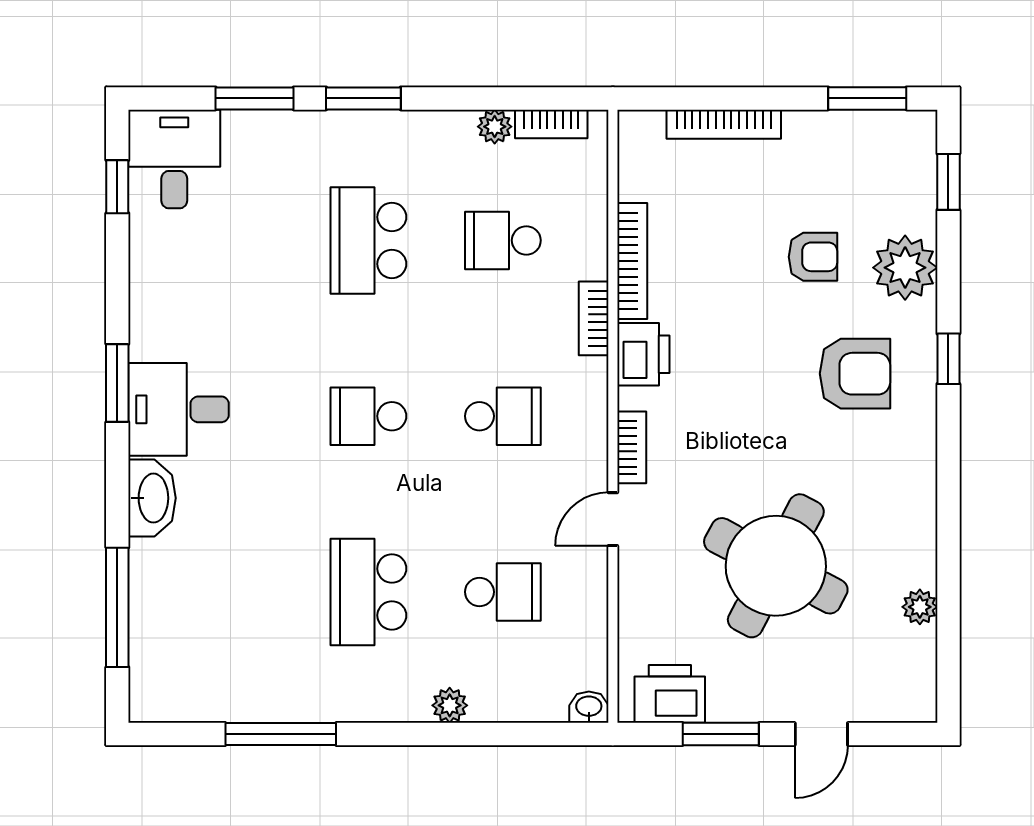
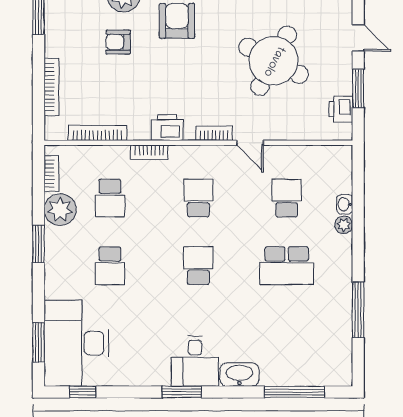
window: (255, 98) -> (38, 342), moved
window: (363, 98) -> (38, 244), moved
plant: (495, 127) -> (60, 210), width x1.87, depth x1.87
desk: (174, 159) -> (76, 343), width x1.87, depth x1.30
school desk: (368, 240) -> (110, 266), width x0.54
armchair: (813, 257) -> (118, 42), turned -90
bookcase: (632, 261) -> (98, 133), moved
school desk: (368, 416) -> (198, 266), turned 180
printer: (670, 694) -> (341, 109), width x0.73, depth x0.81
washbasin: (589, 707) -> (345, 204), moved

